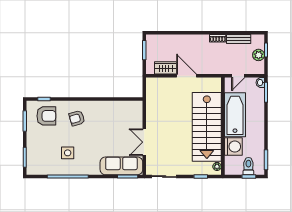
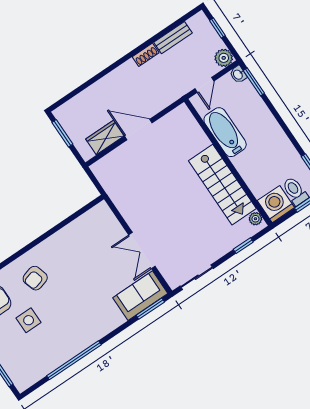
plant: (259, 55) -> (224, 58), moved
bathtub: (235, 115) -> (225, 132), width x0.73, depth x0.73
stairs: (207, 127) -> (222, 185), width x0.73, depth x0.66
washing machine: (233, 147) -> (276, 204), moved, turned -90
side table: (68, 153) -> (29, 320), moved
sofa: (121, 166) -> (140, 296), width x0.73

